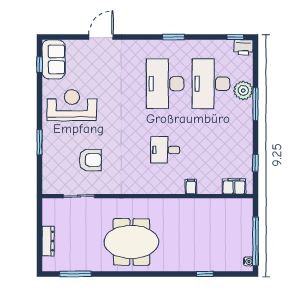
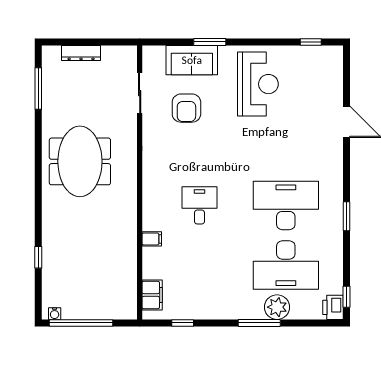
sofa: (54, 59) -> (192, 60), moved
desk: (211, 84) -> (286, 265), turned 180

